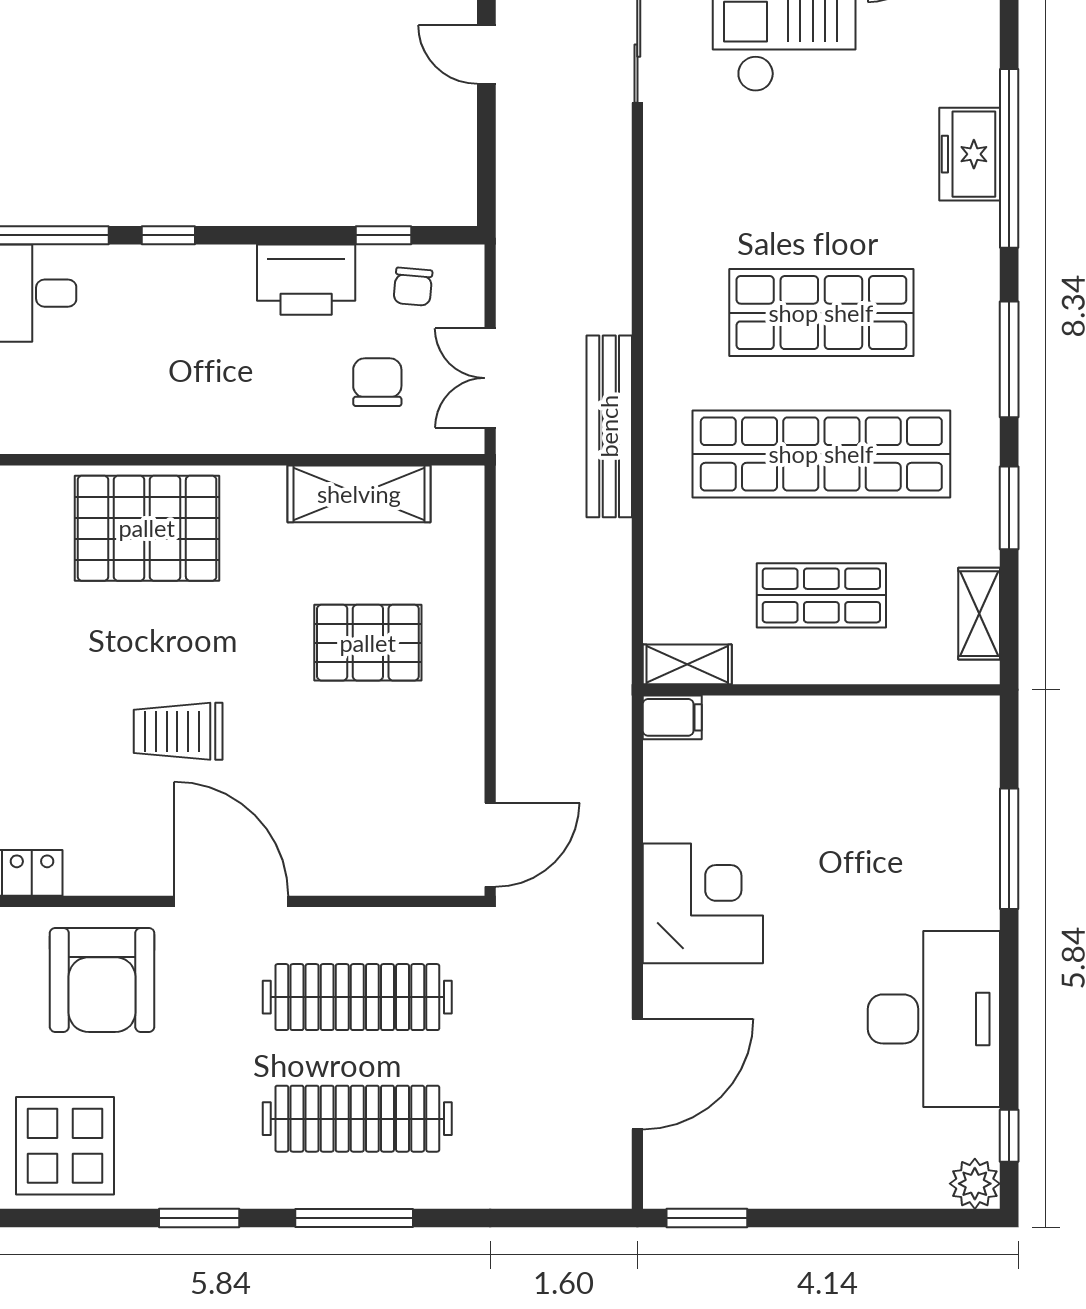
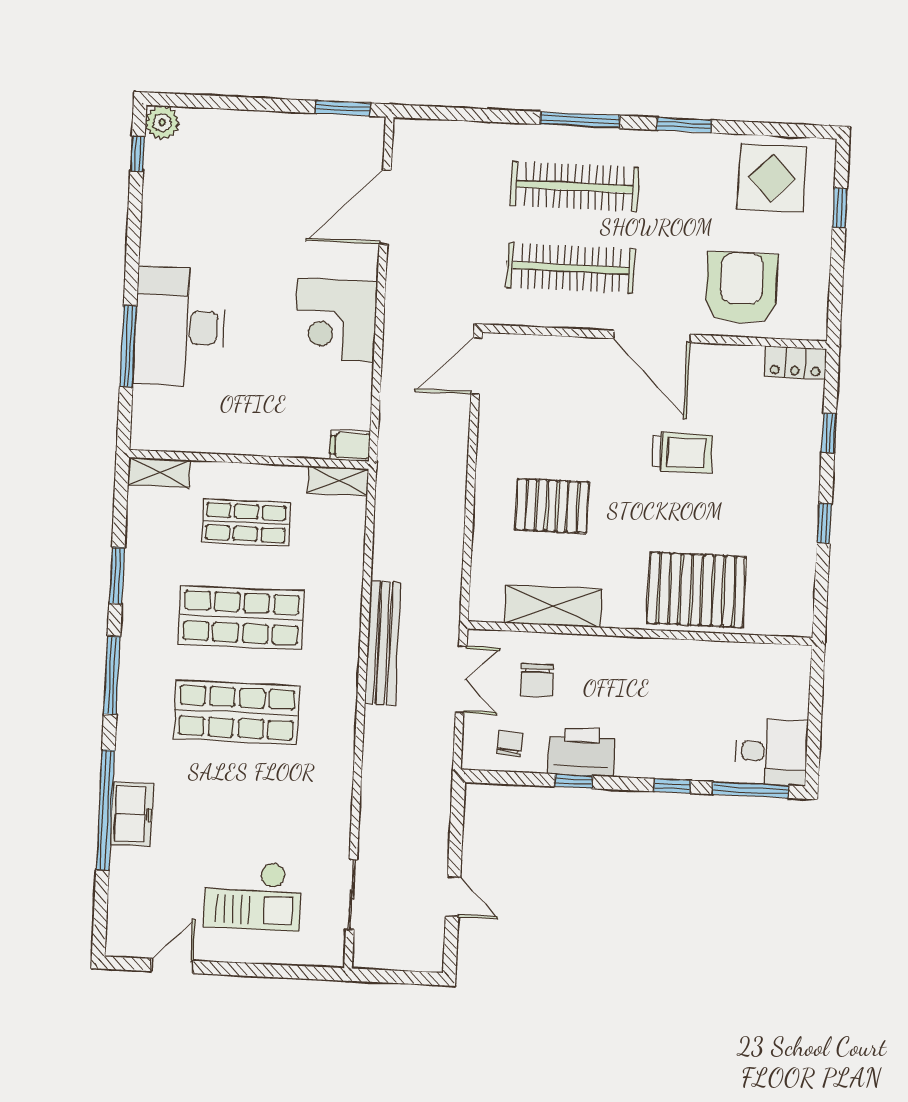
window: (384, 235) -> (574, 781), moved
shop shelf: (821, 454) -> (241, 618), width x0.71
shelving: (979, 614) -> (159, 473), moved, turned 90
desk: (934, 1019) -> (180, 327), moved

